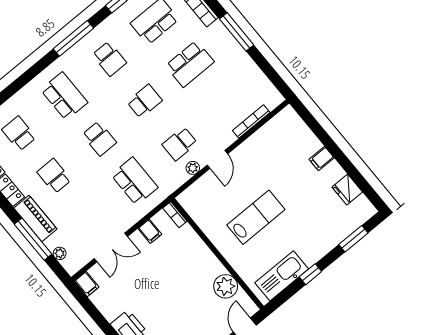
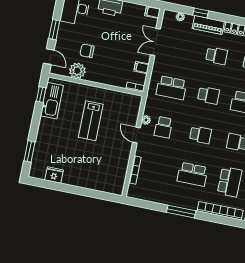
school desk: (190, 64) -> (192, 174), turned -90
school desk: (145, 101) -> (200, 135), turned -90
school desk: (99, 139) -> (209, 95), turned 180
school desk: (180, 144) -> (163, 127), turned 180
filing cabinet: (322, 159) -> (81, 181), removed
window: (33, 239) -> (201, 13), width x0.46
window: (310, 274) -> (41, 95), moved
chair: (196, 300) -> (87, 51), added

